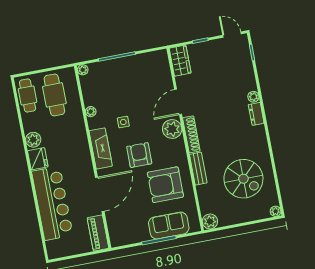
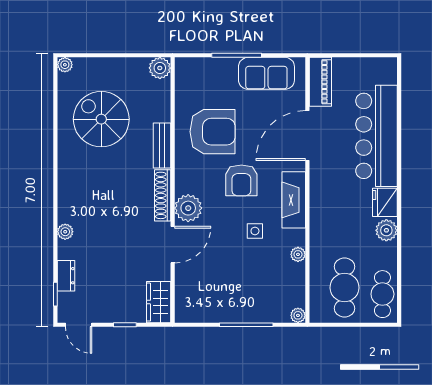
dresser: (256, 114) -> (66, 276), moved
sofa: (169, 226) -> (266, 73), moved

